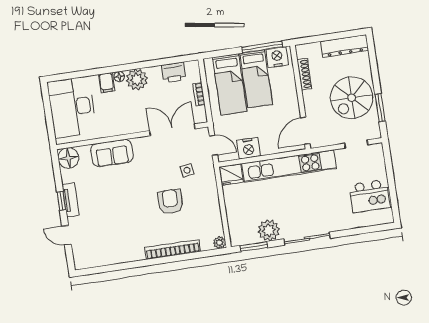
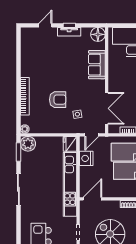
door: (305, 131) -> (92, 199), hinge flipped
plant: (269, 230) -> (28, 144), moved

